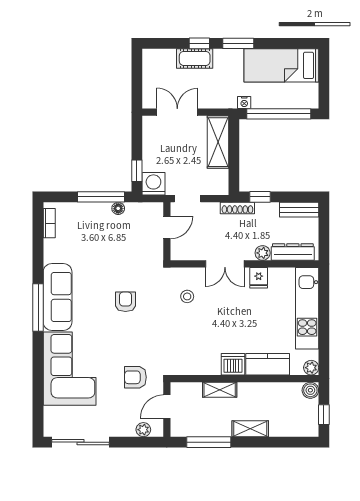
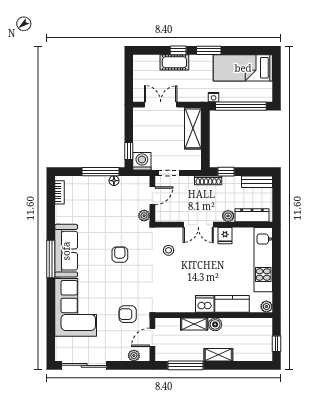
plant: (156, 253) -> (144, 216), added
boiler: (310, 390) -> (215, 324), moved

